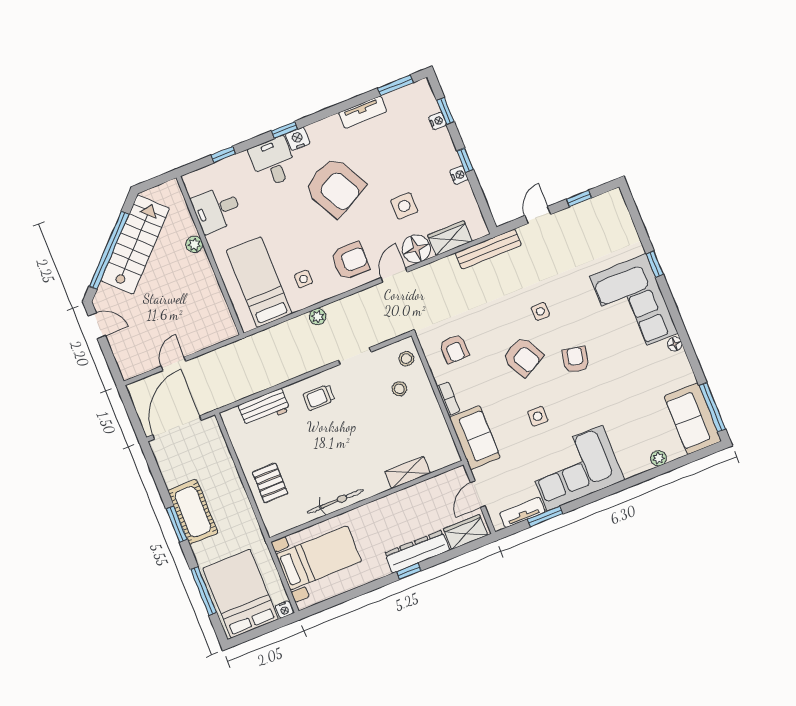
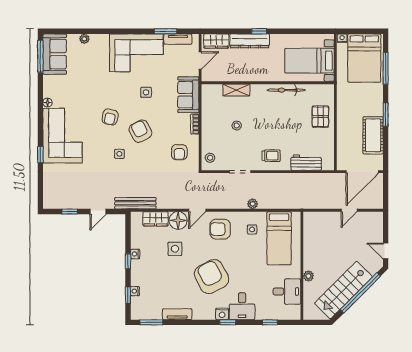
armchair: (454, 349) -> (179, 152), turned 180
stool: (399, 389) -> (237, 126), moved
cot: (193, 512) -> (373, 135), moved

